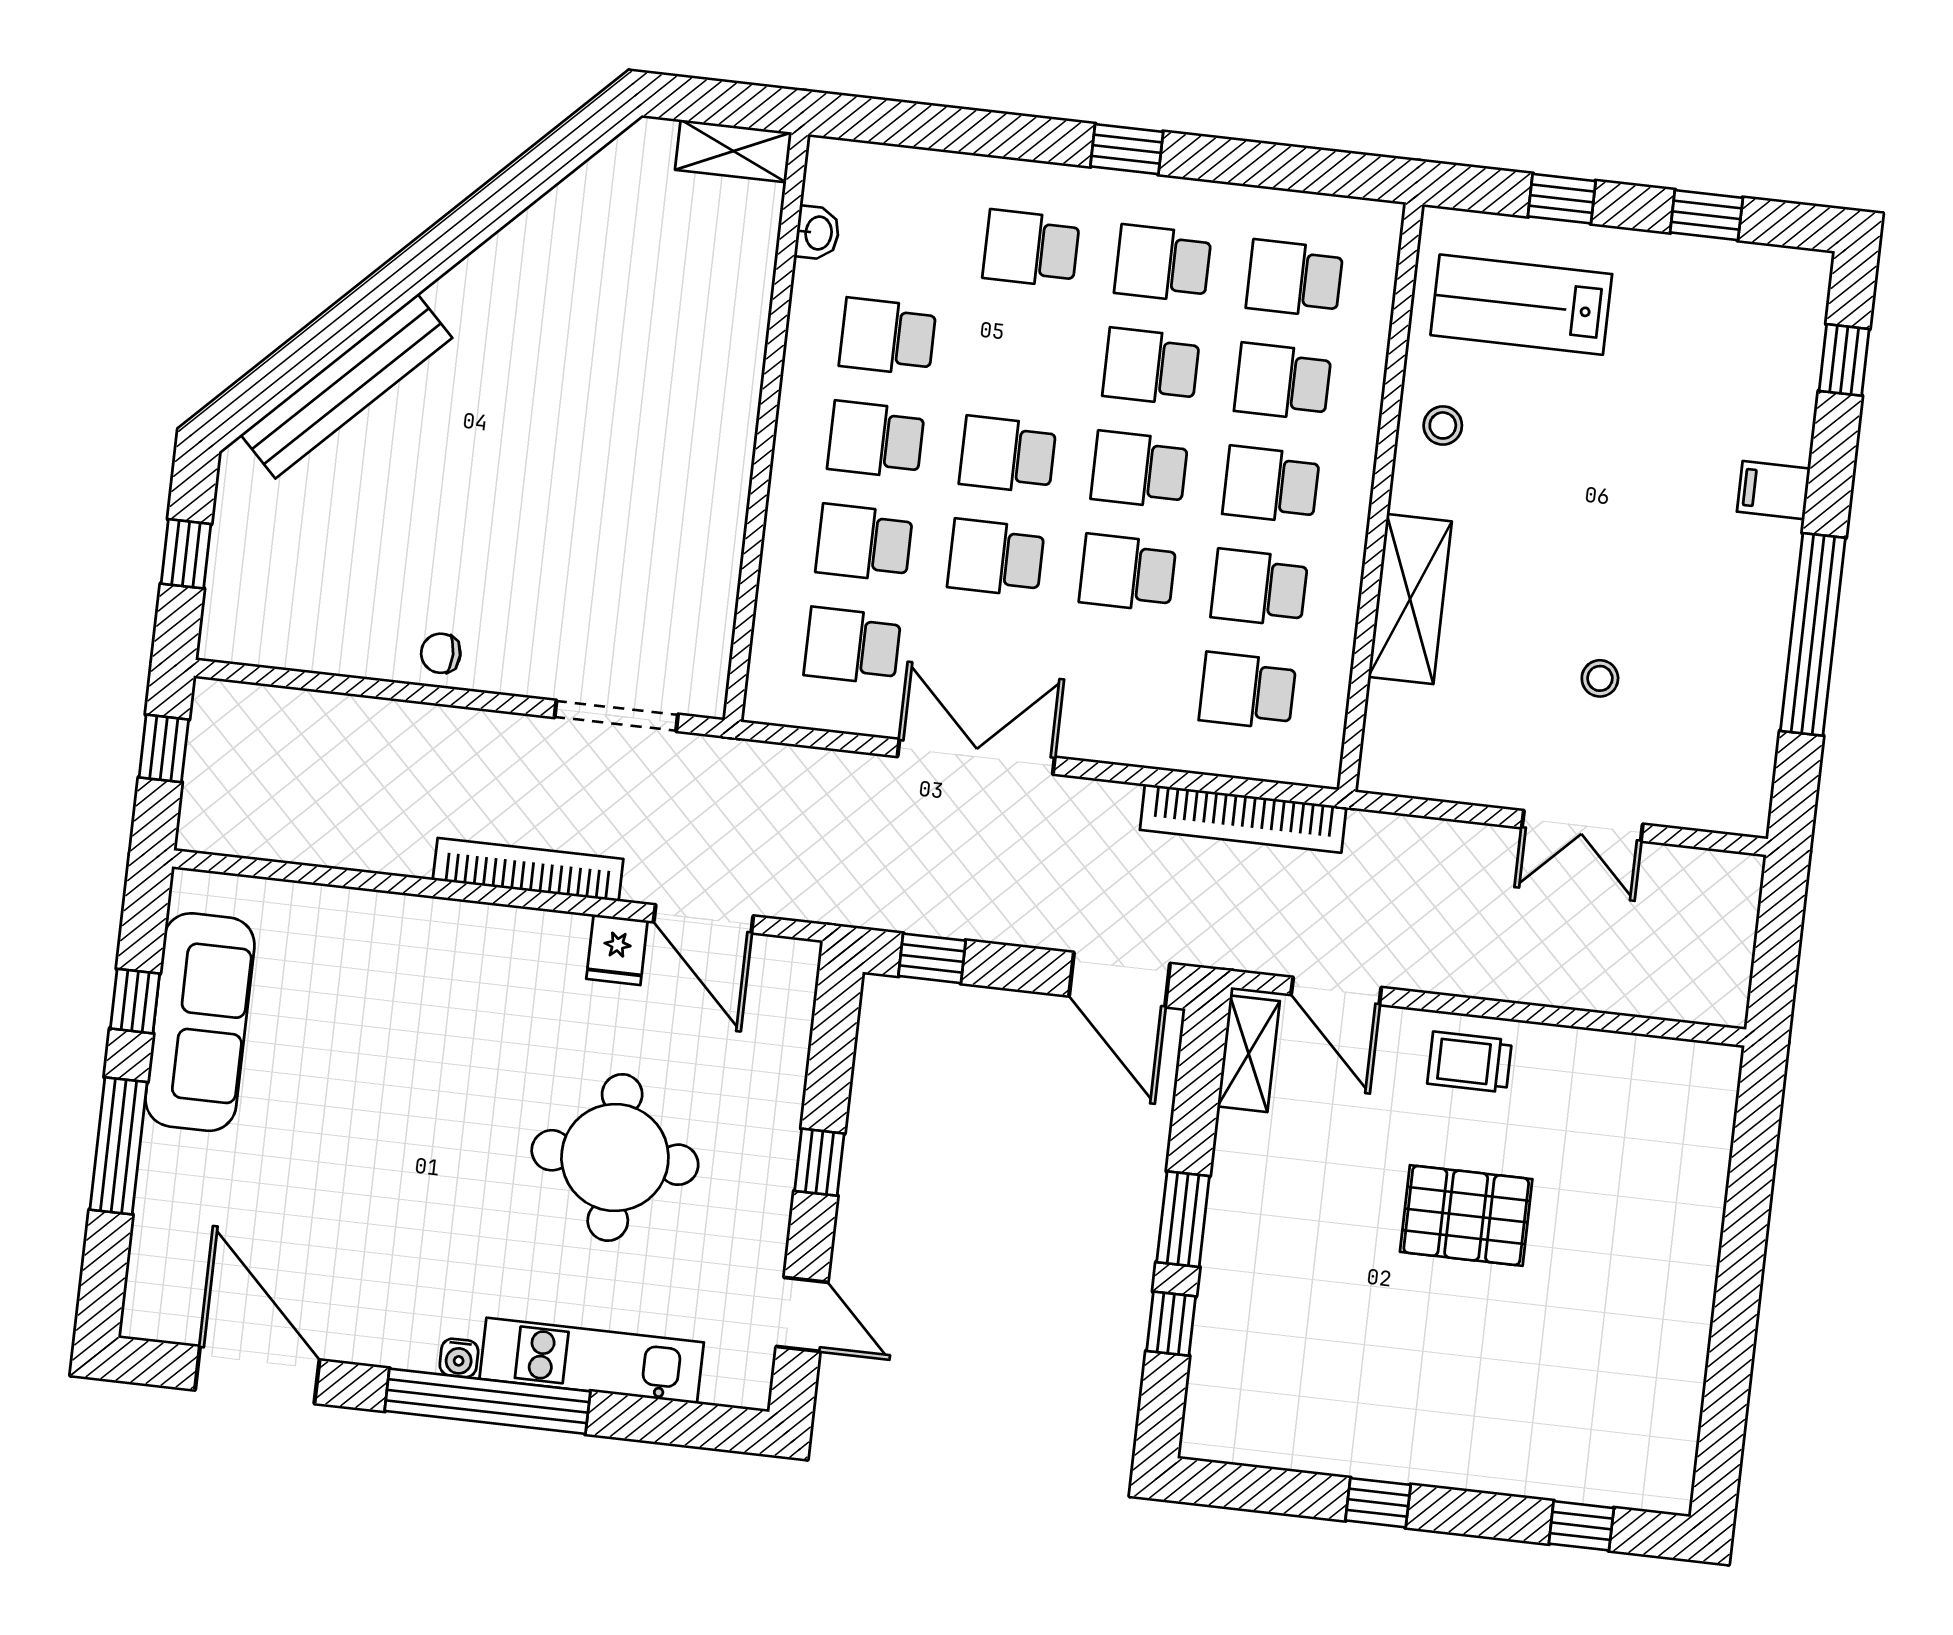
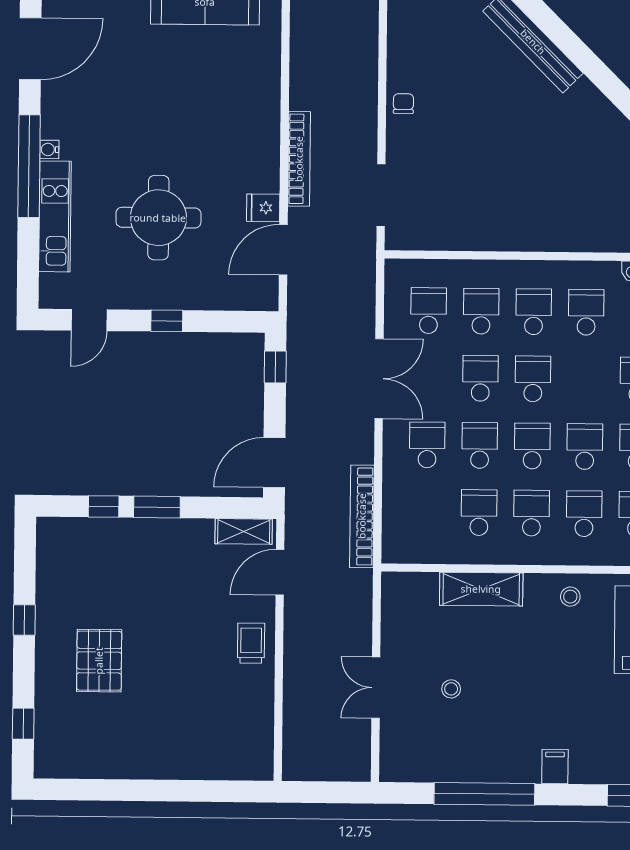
school desk: (1248, 691) -> (427, 445), moved
pallet: (1466, 1215) -> (99, 661), moved

